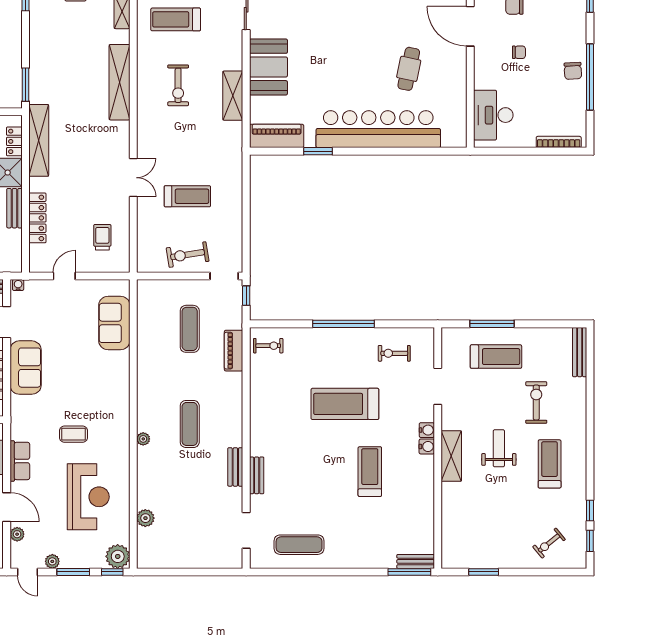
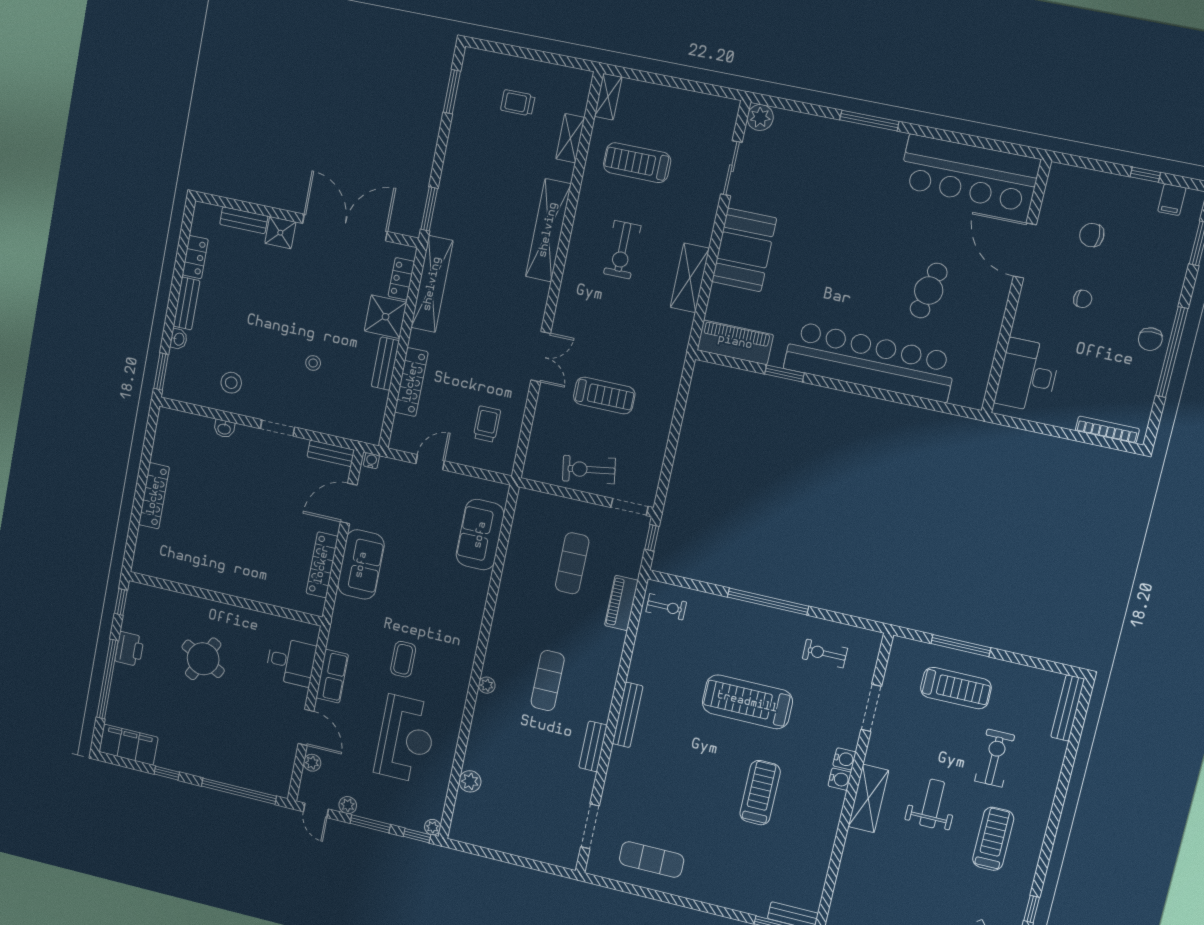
coffee table: (74, 434) -> (403, 659), turned 90
bench: (257, 475) -> (628, 715), moved, width x1.36
plant: (118, 556) -> (433, 827), width x0.53, depth x0.53

